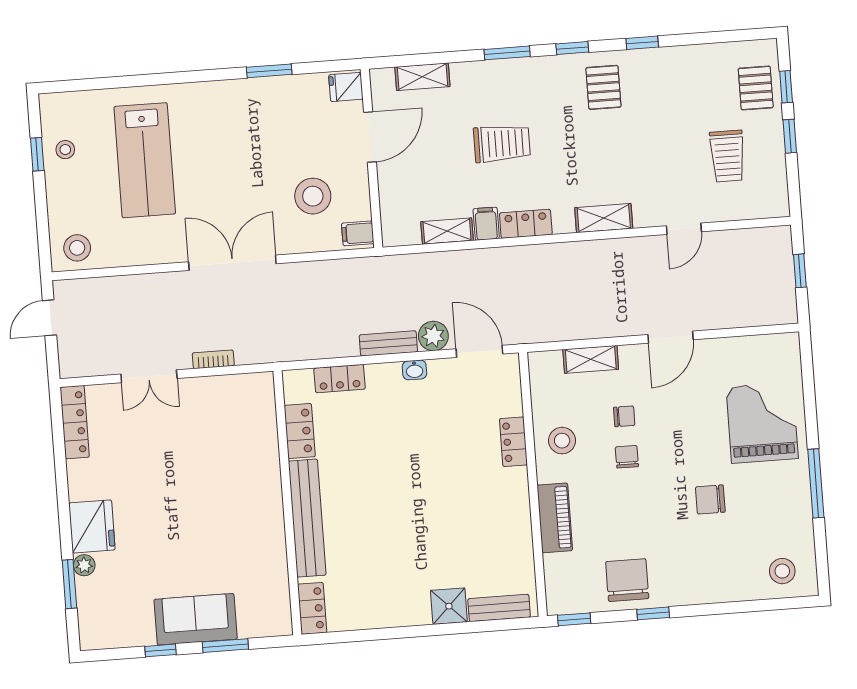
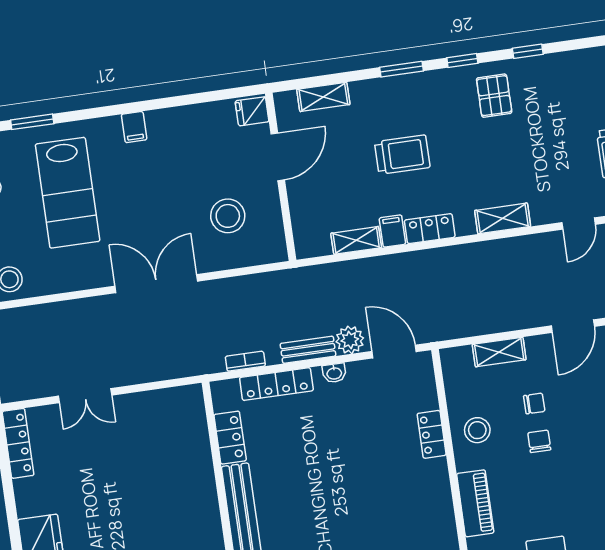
window: (269, 71) -> (32, 122), moved
filing cabinet: (358, 233) -> (134, 127), moved, turned -90
bookcase: (213, 359) -> (245, 361), moved
locker: (340, 379) -> (276, 384), width x1.53

